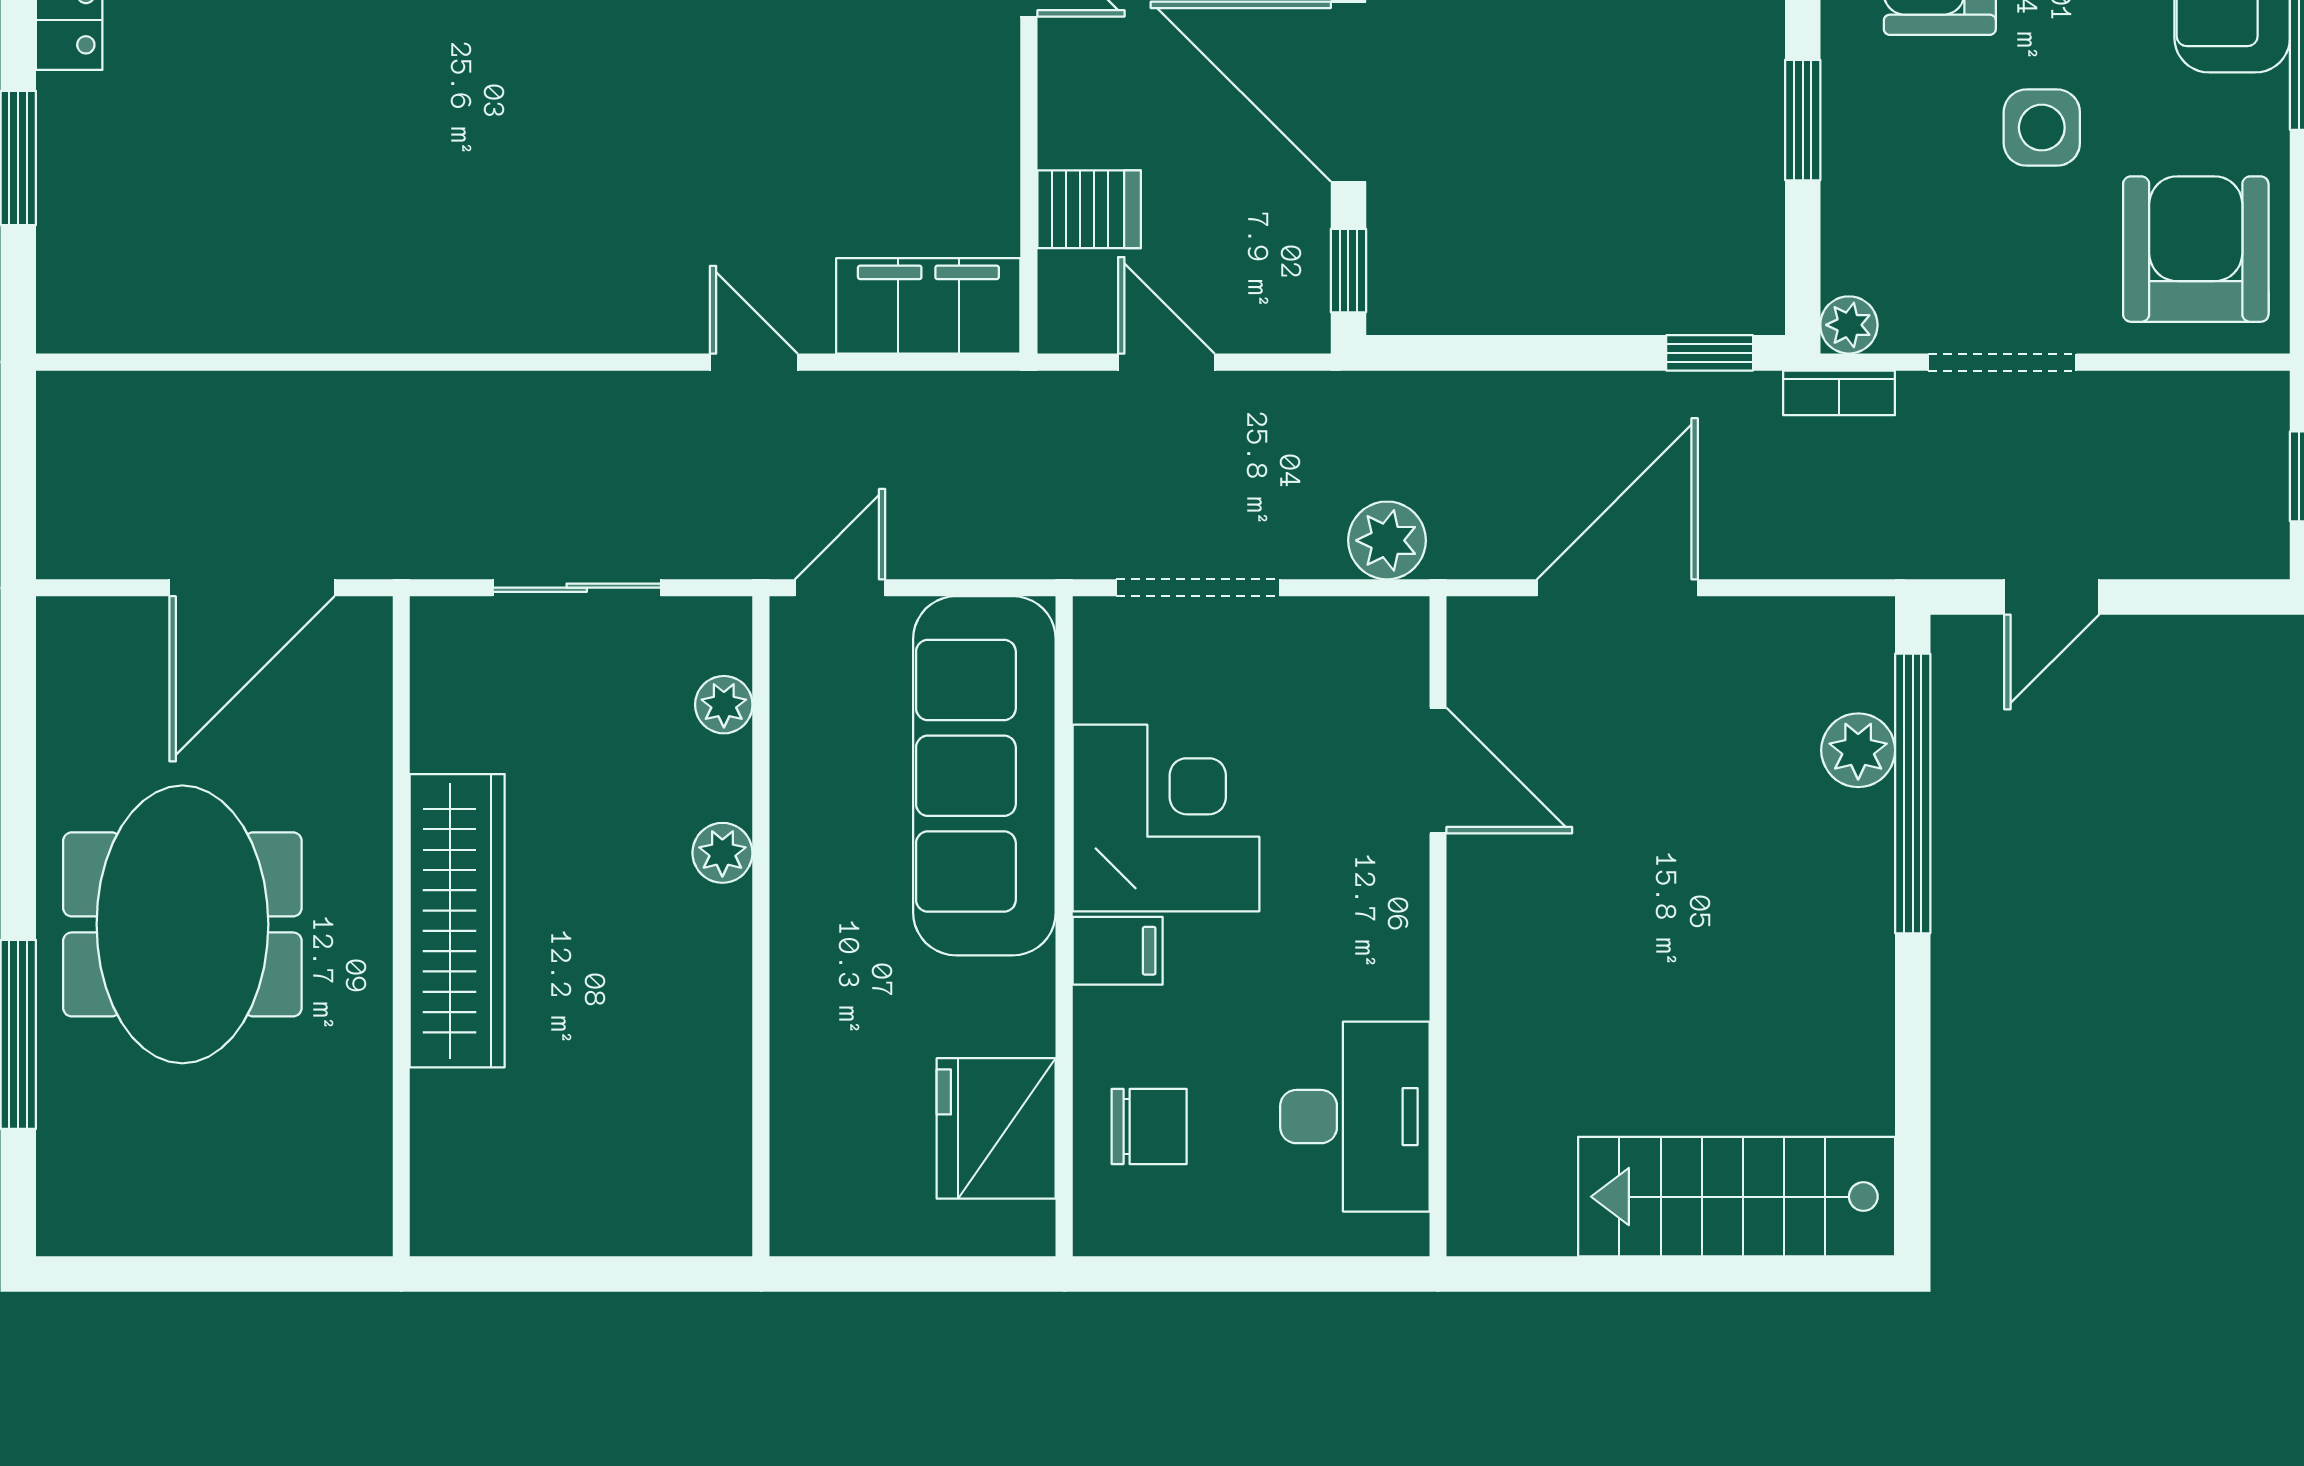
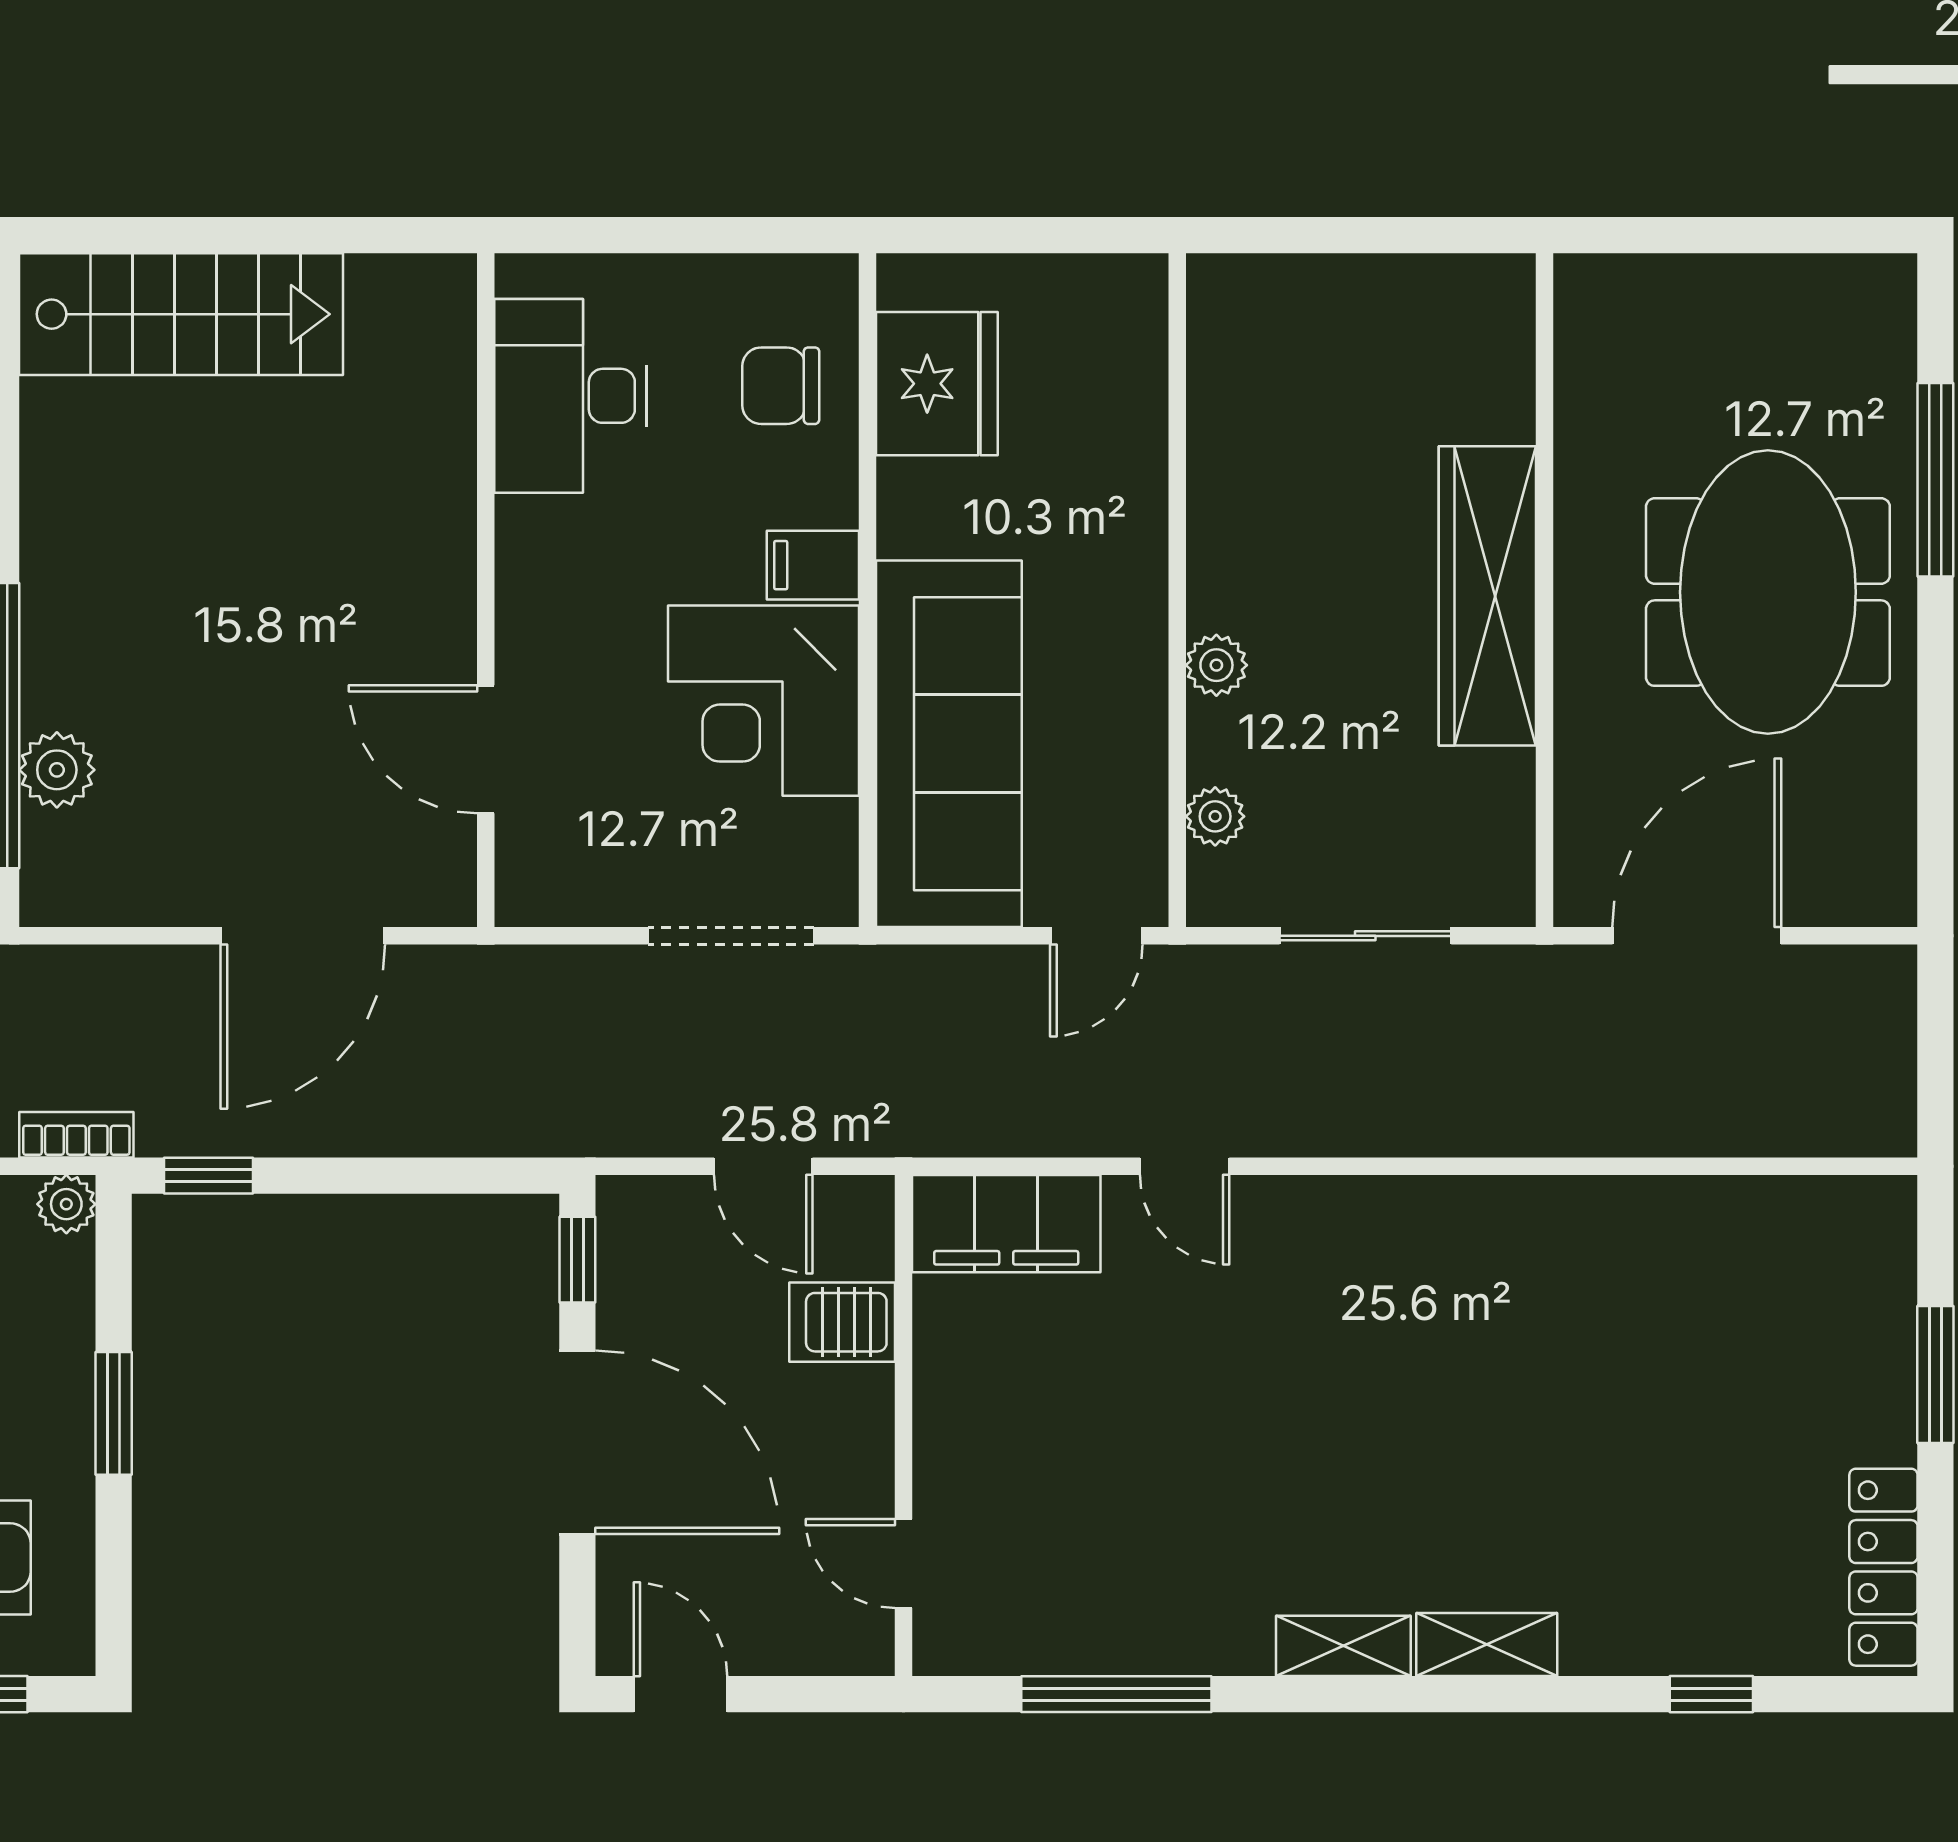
plant: (1387, 540) -> (538, 984), removed

